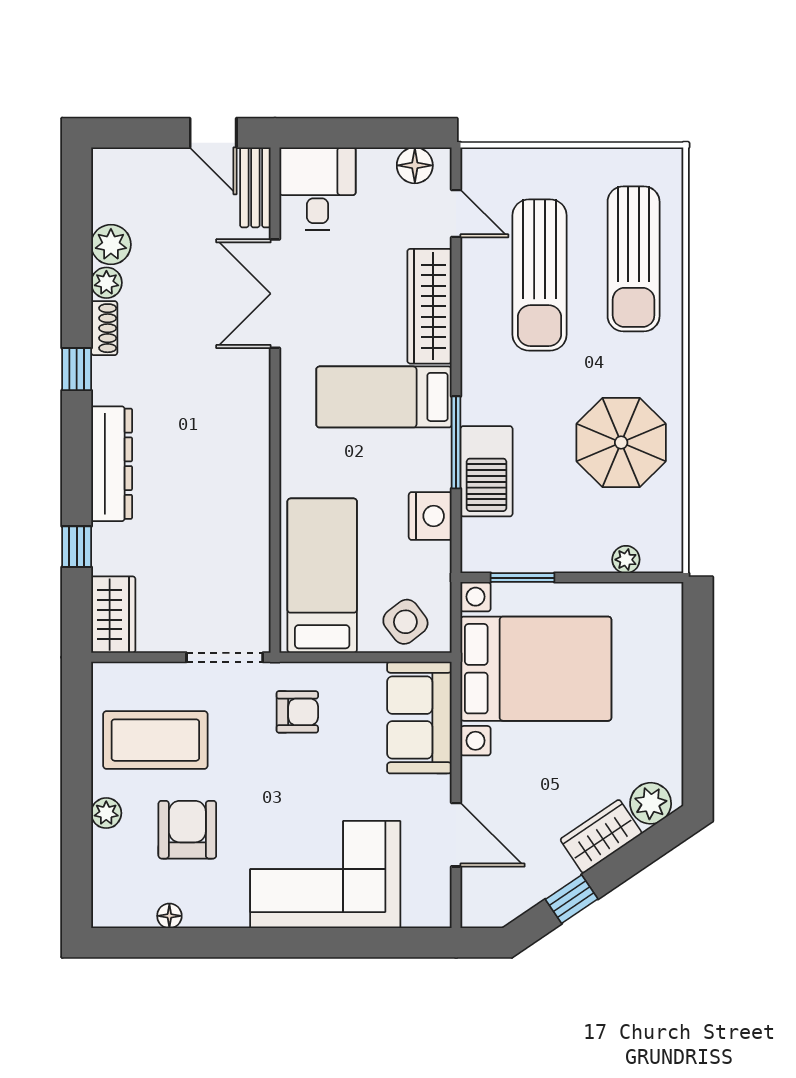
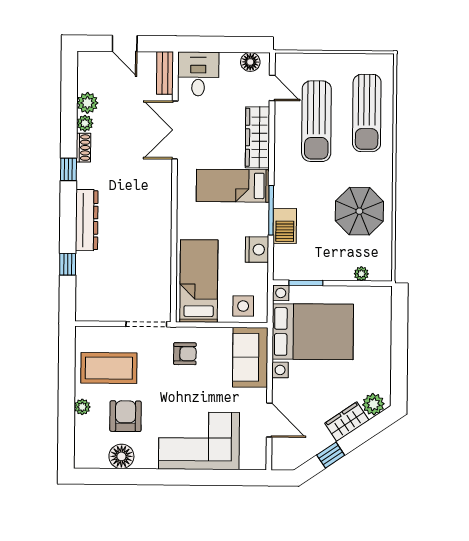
door: (213, 133) -> (125, 43), moved
barbecue: (486, 471) -> (285, 226), width x0.73, depth x0.83
wardrobe: (113, 615) -> (87, 301), removed
side table: (405, 622) -> (243, 306), turned 38
floor lamp: (169, 916) -> (121, 456), width x1.89, depth x1.89

